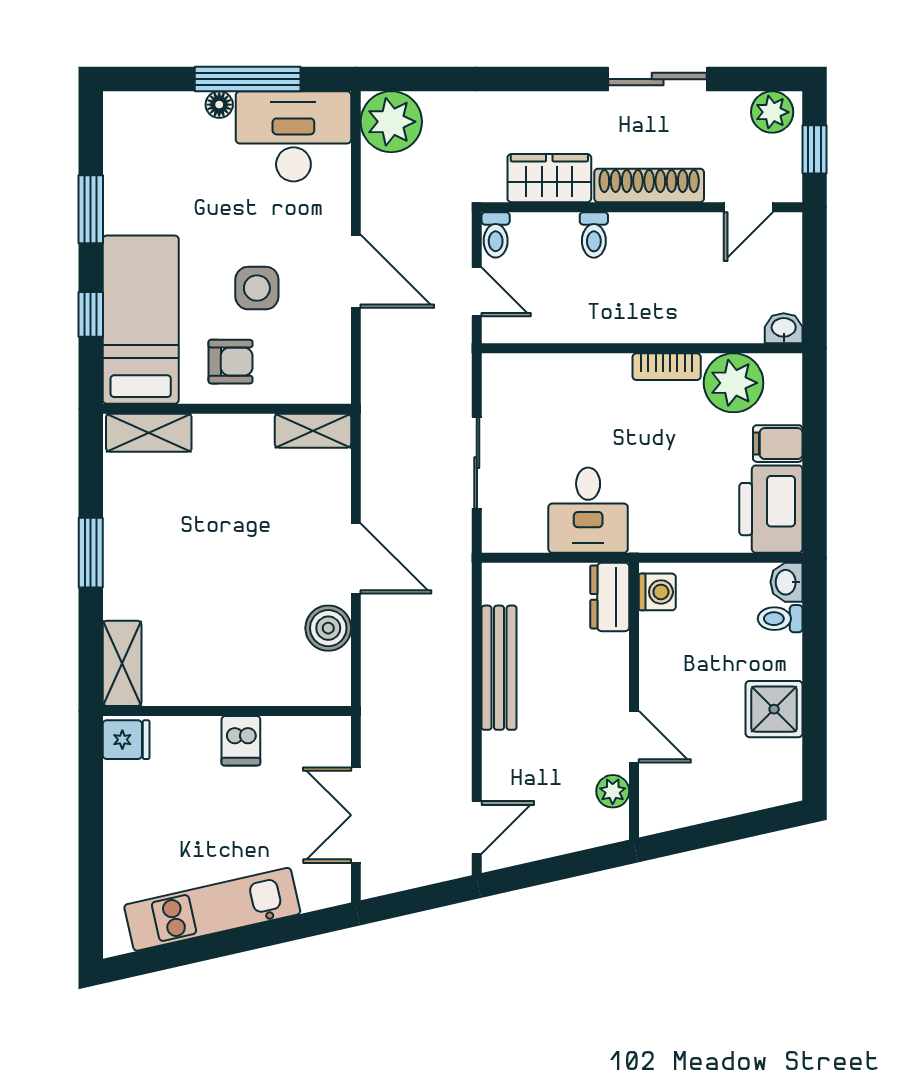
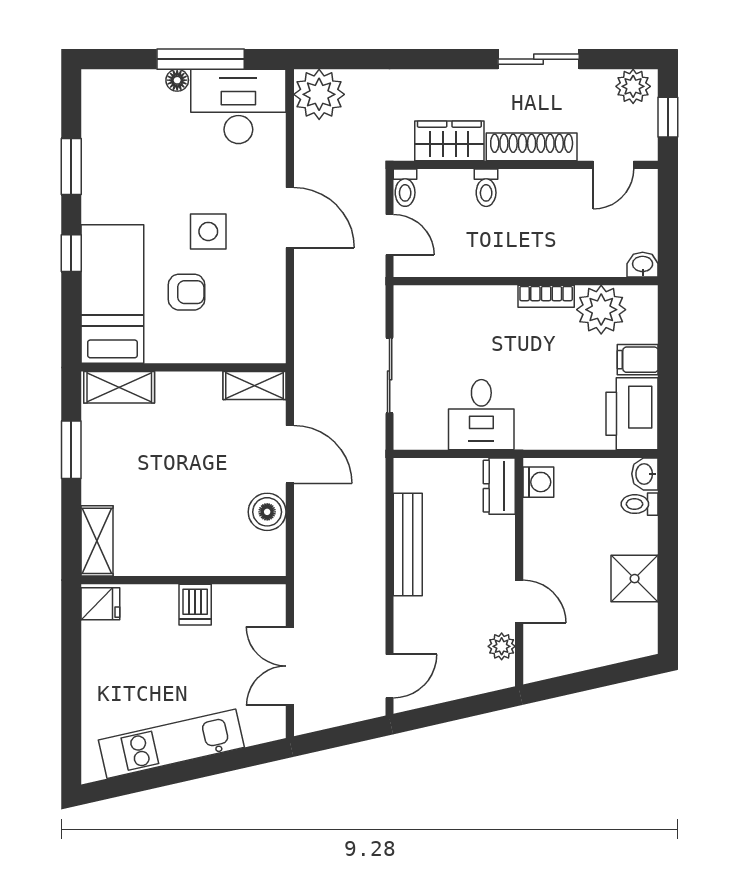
bed: (141, 320) -> (112, 294), moved
wall: (227, 409) -> (184, 367), moved
shelving: (313, 431) -> (254, 386), moved
shelving: (149, 433) -> (119, 387), moved

